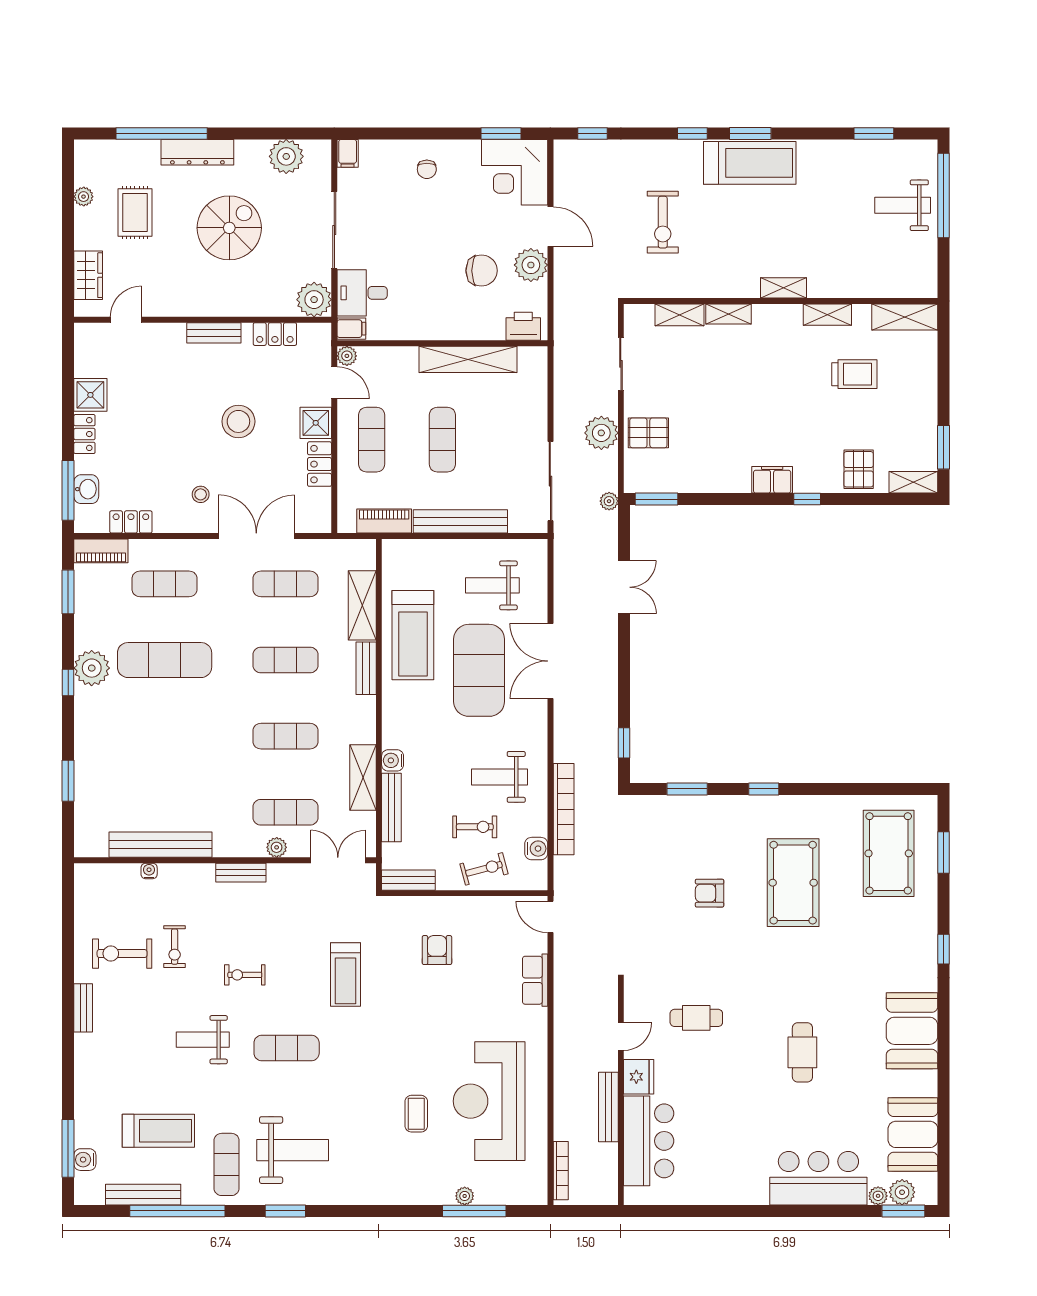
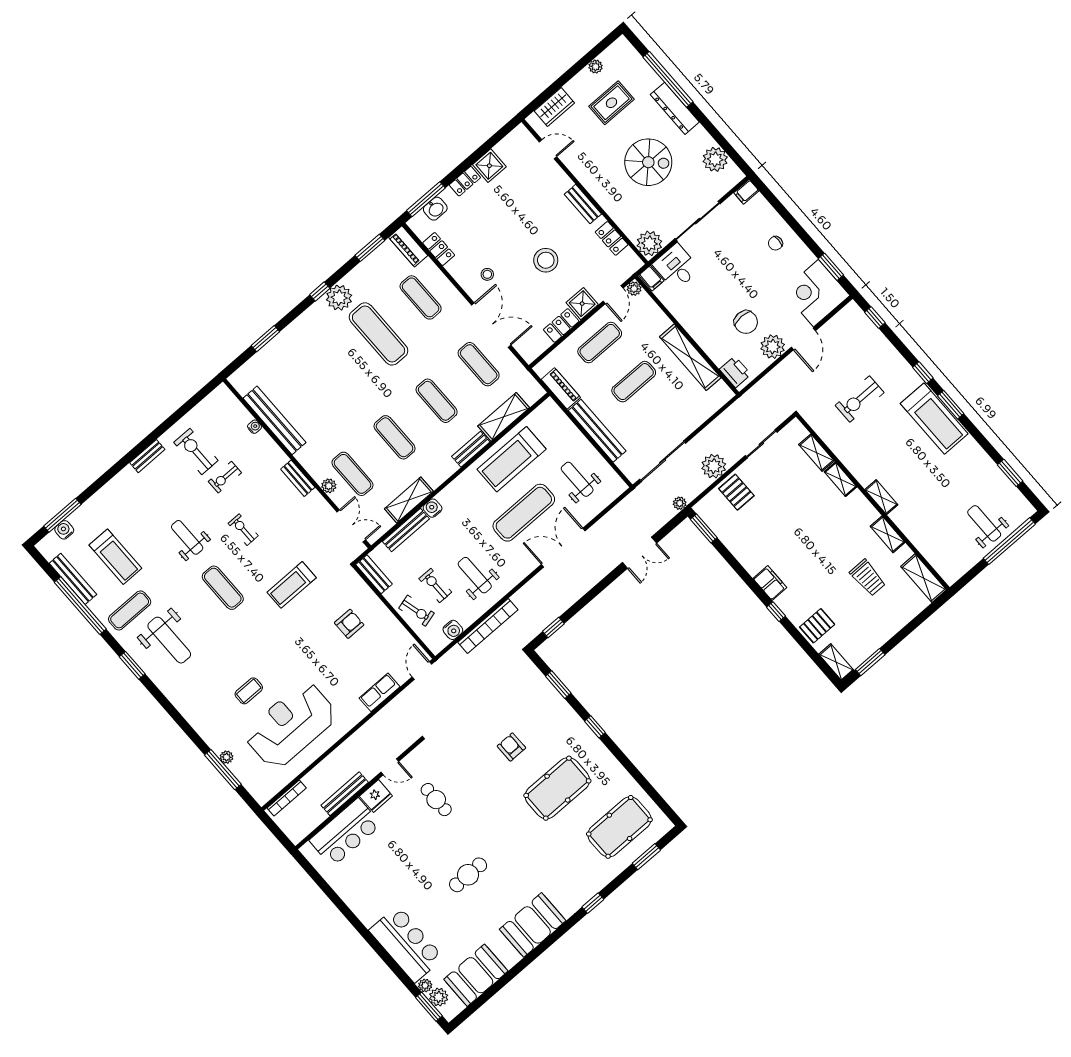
exercise mat: (479, 670) -> (524, 513), width x0.68
exercise bike: (475, 827) -> (435, 585), turned 180

